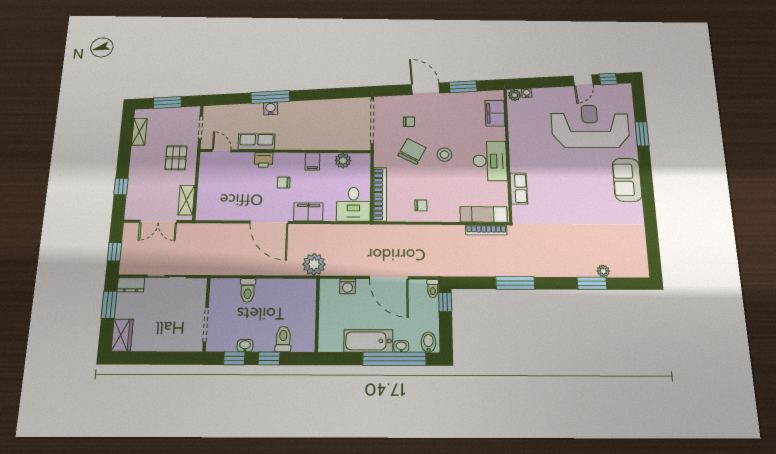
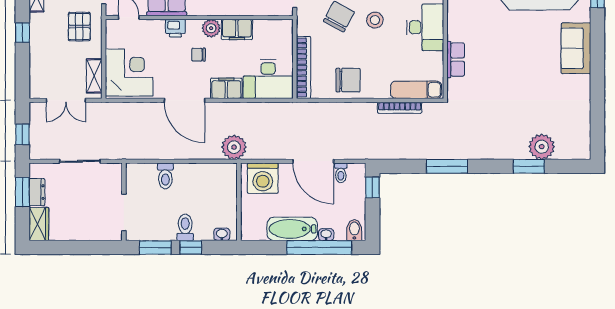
filing cabinet: (312, 161) -> (237, 29), width x2.00
plant: (343, 161) -> (211, 28), moved
window: (121, 186) -> (22, 32), moved
corner desk: (219, 197) -> (129, 73), added
desk: (353, 204) -> (268, 79), width x1.37
chair: (421, 205) -> (348, 80), width x1.87, depth x1.87
bookcase: (486, 230) -> (400, 108), moved
plant: (603, 271) -> (542, 147), width x1.87, depth x1.87
dresser: (131, 285) -> (37, 192), moved, turned -90
washing machine: (348, 286) -> (263, 178), width x1.89, depth x1.89
toilet: (433, 289) -> (341, 173), moved
toilet: (283, 339) -> (185, 227), moved
washbasin: (245, 346) -> (222, 234), moved
window: (234, 358) -> (155, 247), width x1.50

